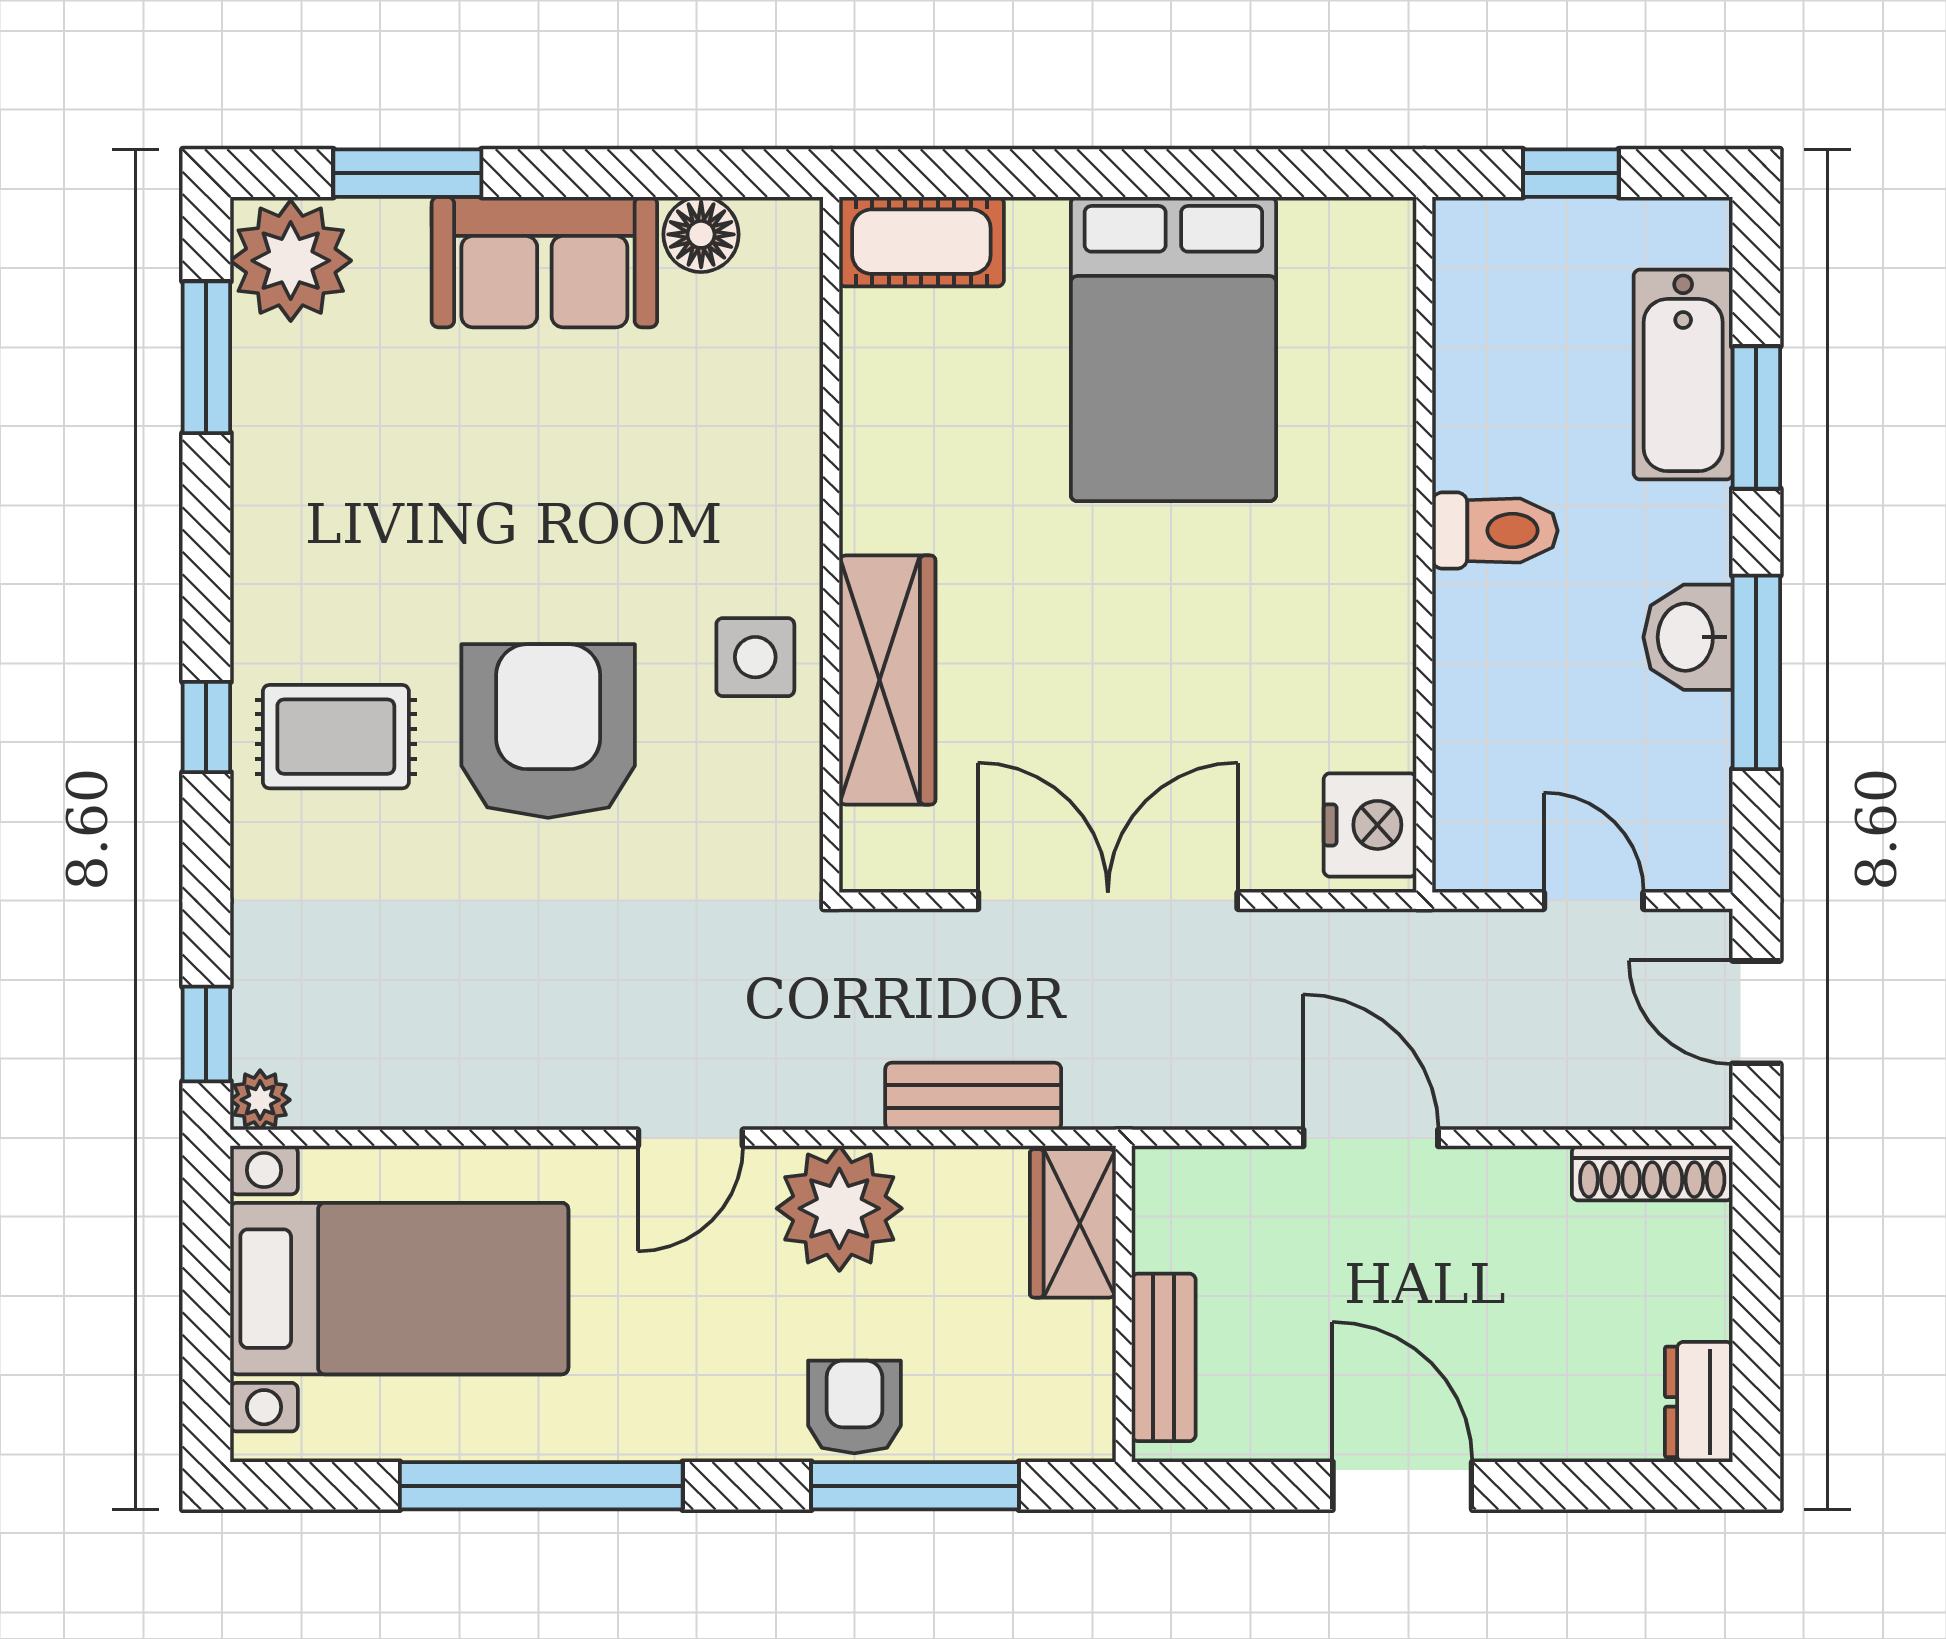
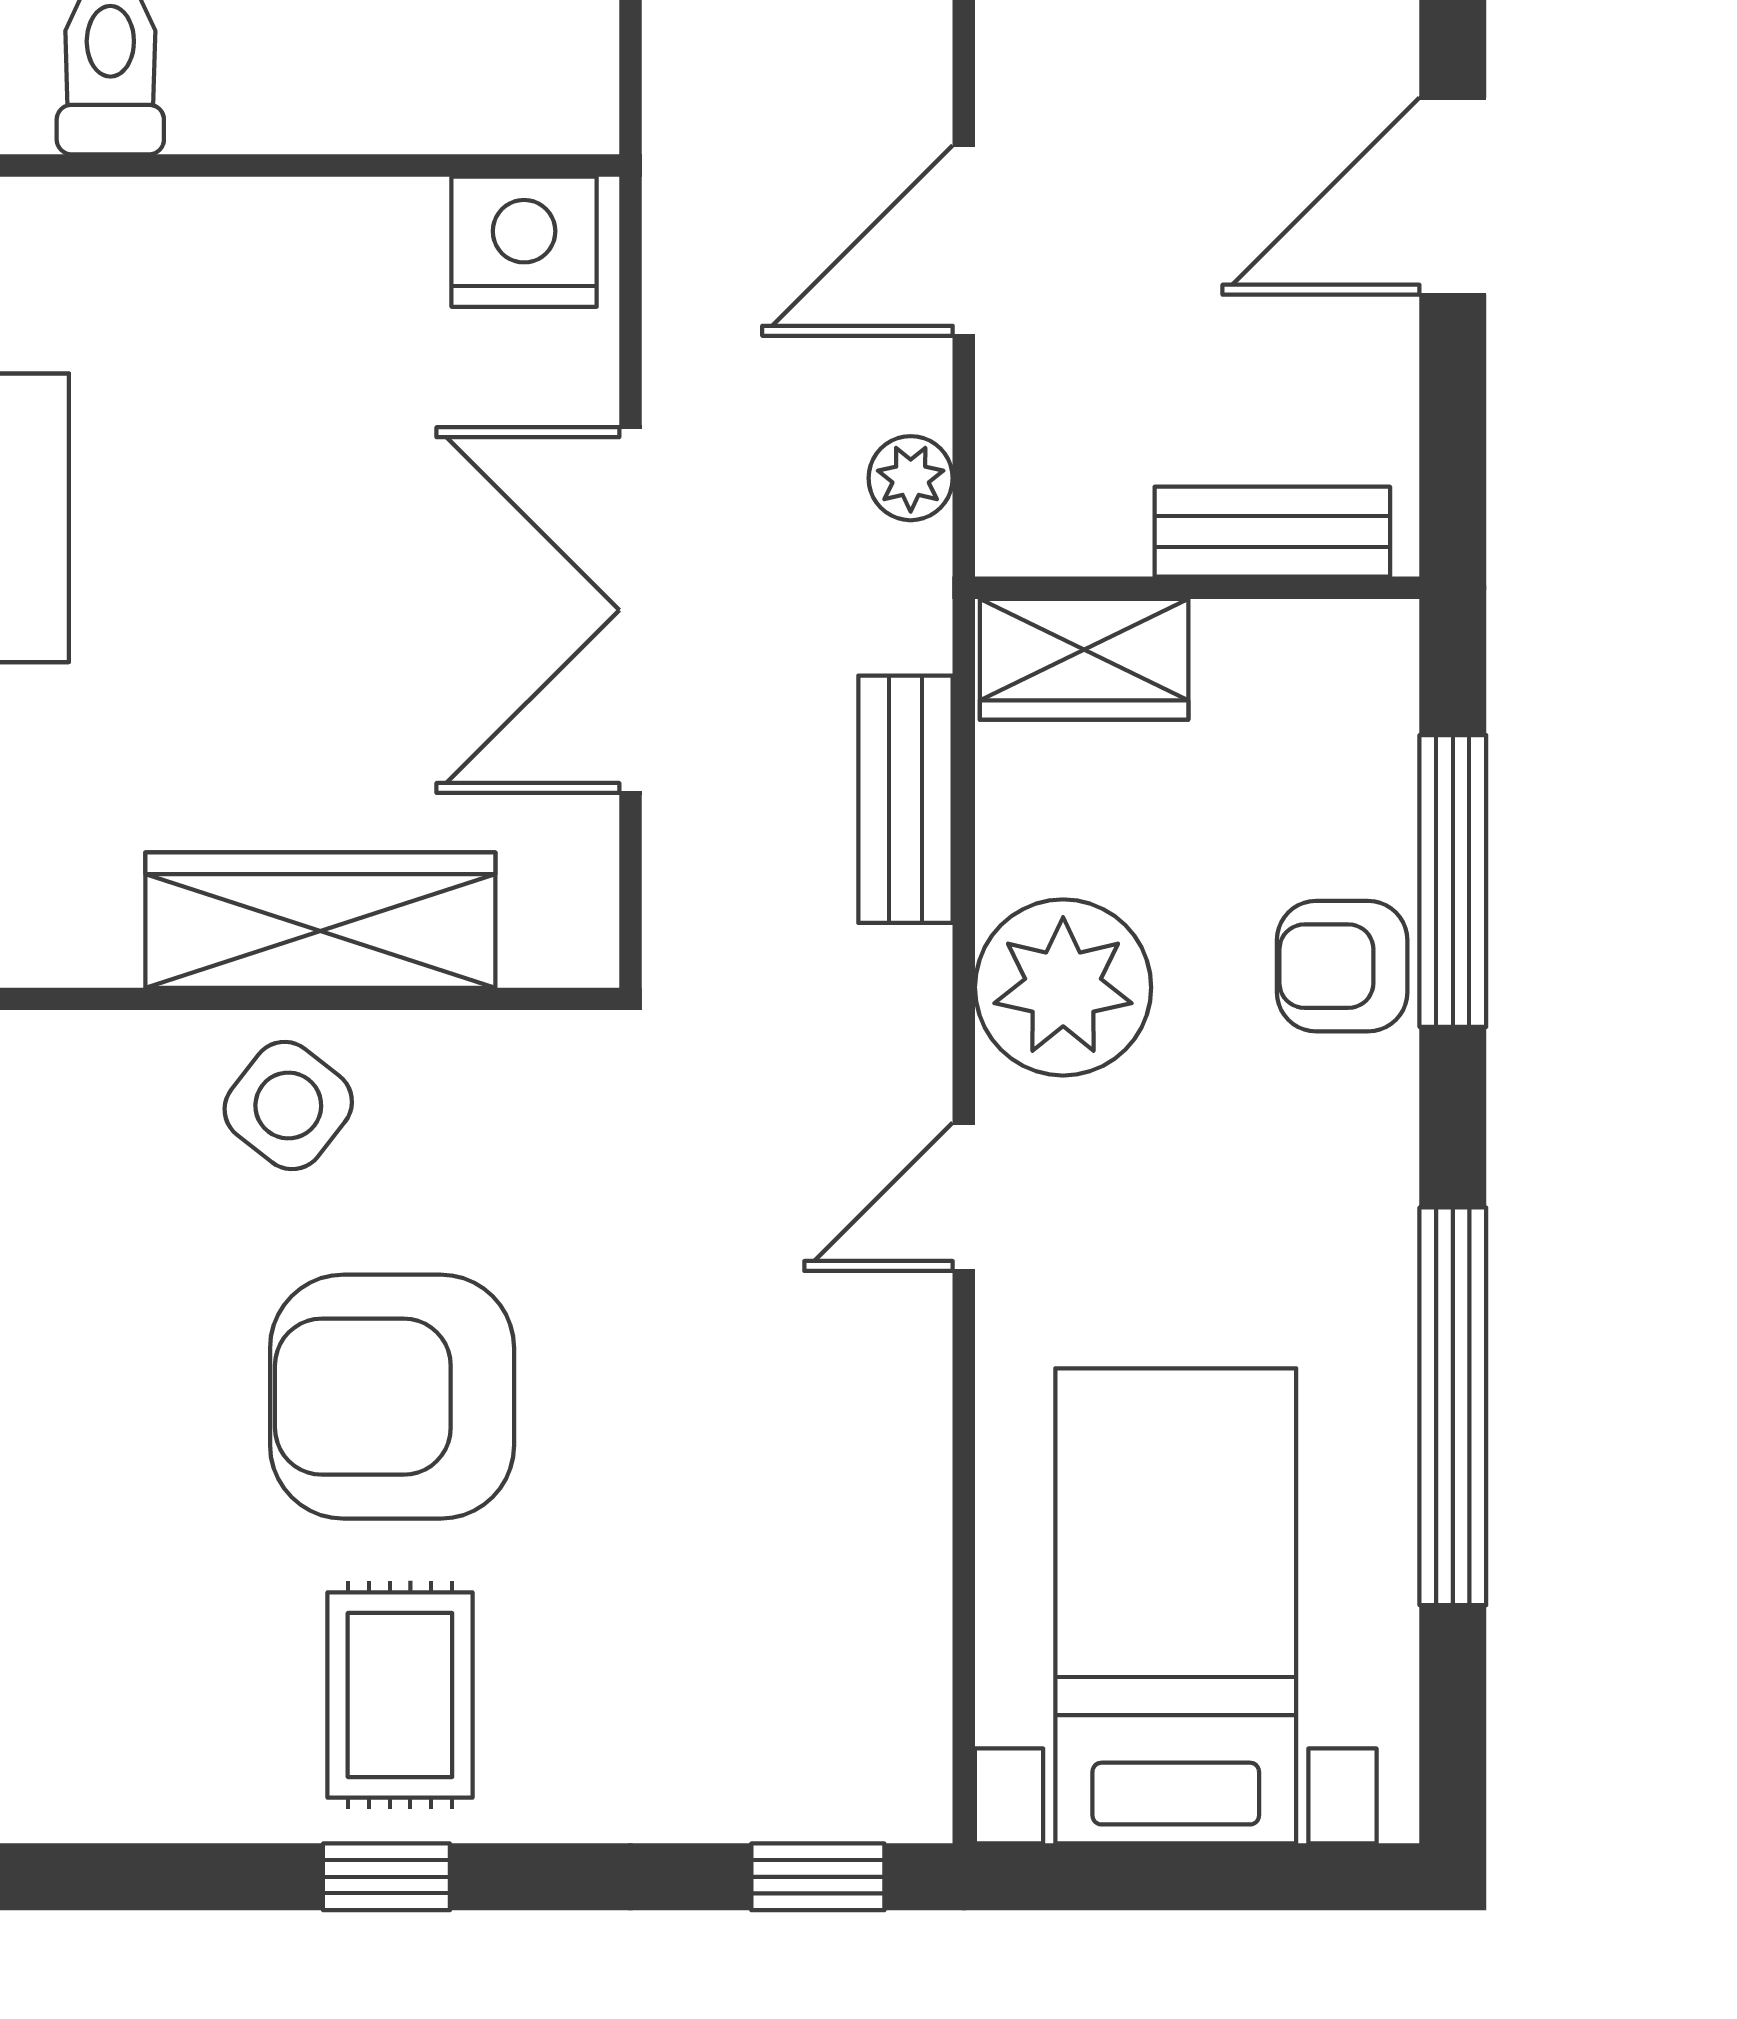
side table: (755, 657) -> (288, 1106), turned 38
plant: (260, 1100) -> (911, 478), moved
door: (690, 1138) -> (964, 1197), swing flipped

